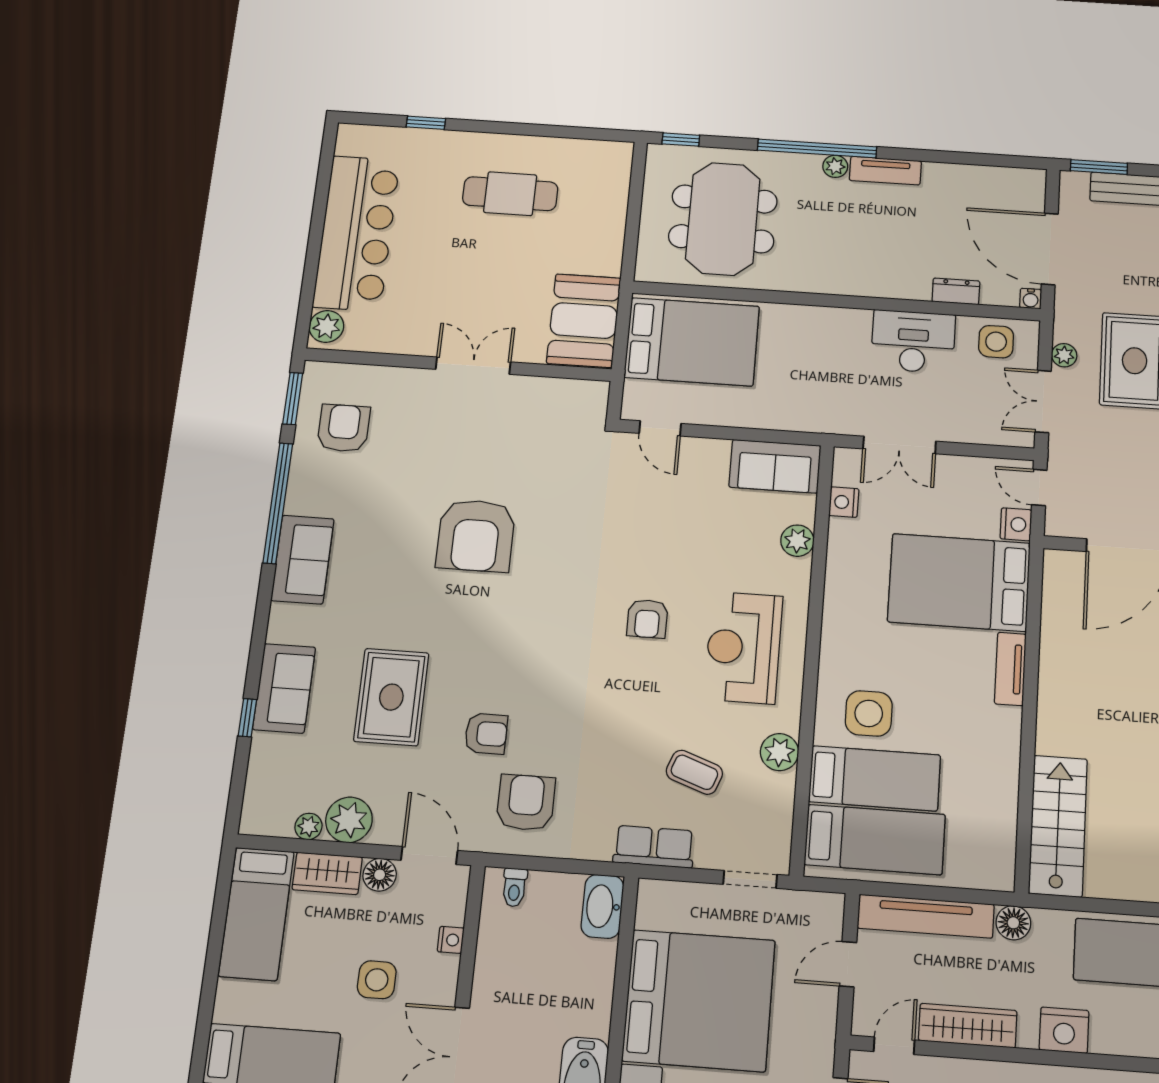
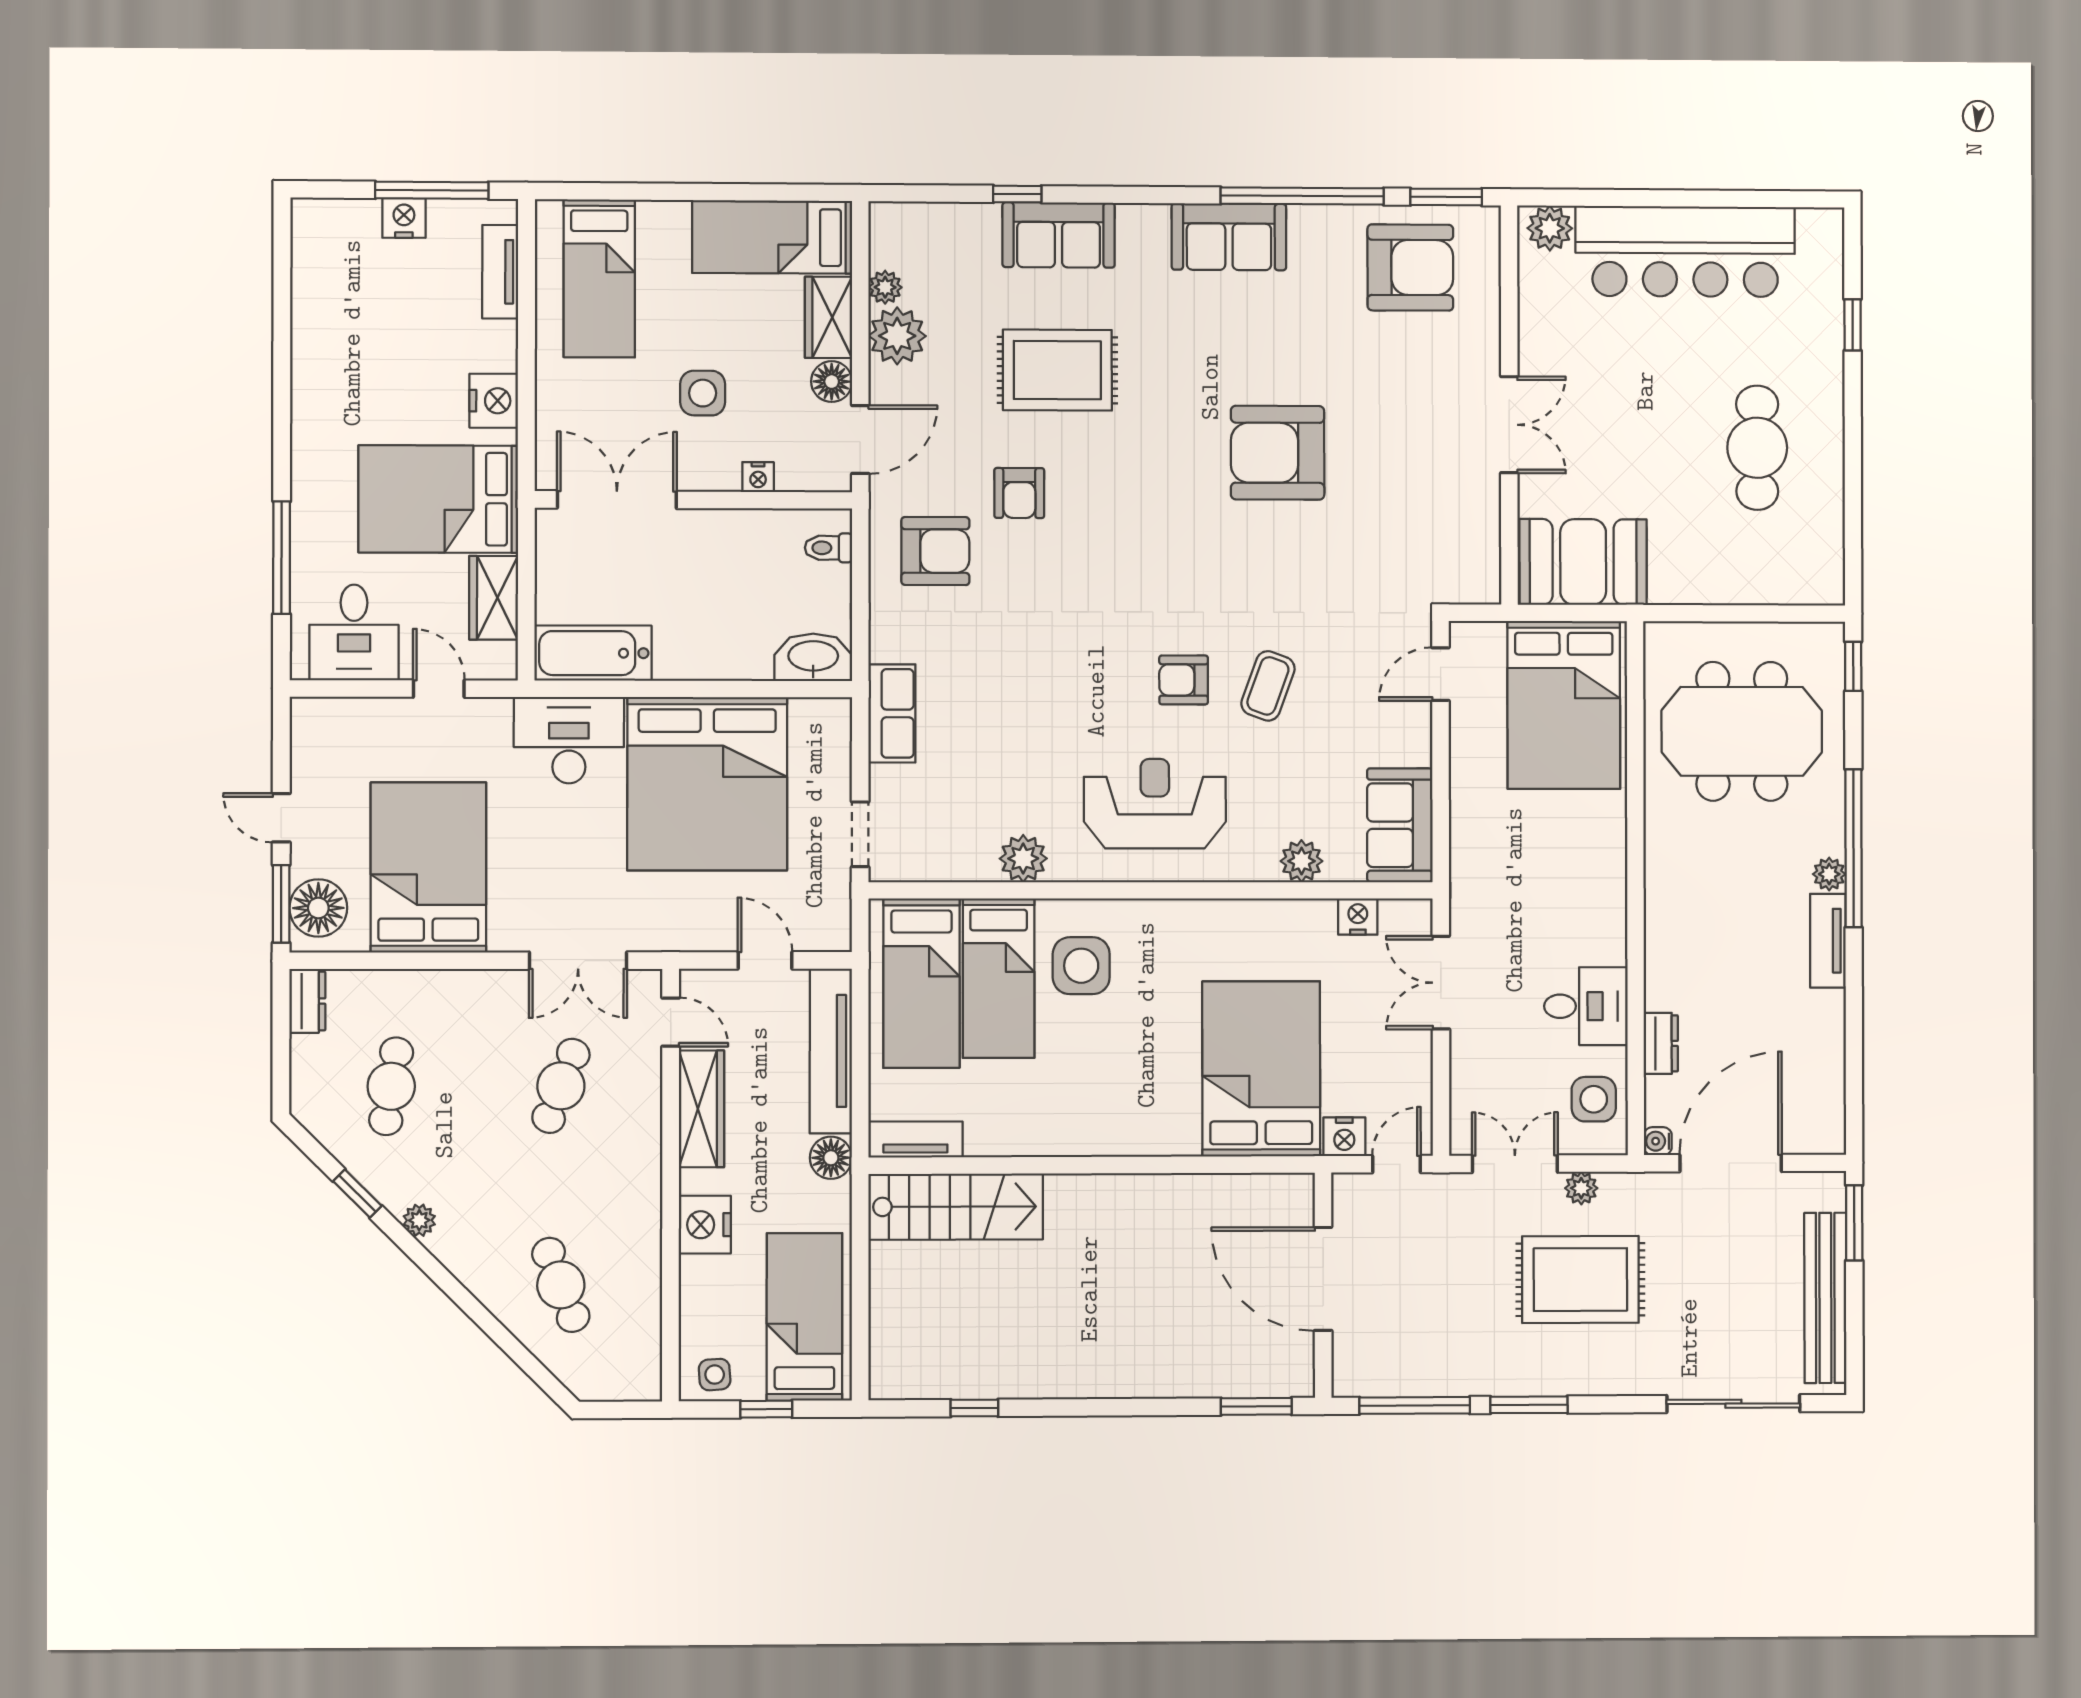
desk: (913, 341) -> (1586, 1006), width x0.73
armchair: (344, 428) -> (1410, 267), width x1.36, depth x1.36
tv unit: (1010, 669) -> (915, 1139), moved
coffee table: (694, 772) -> (1268, 686), moved

